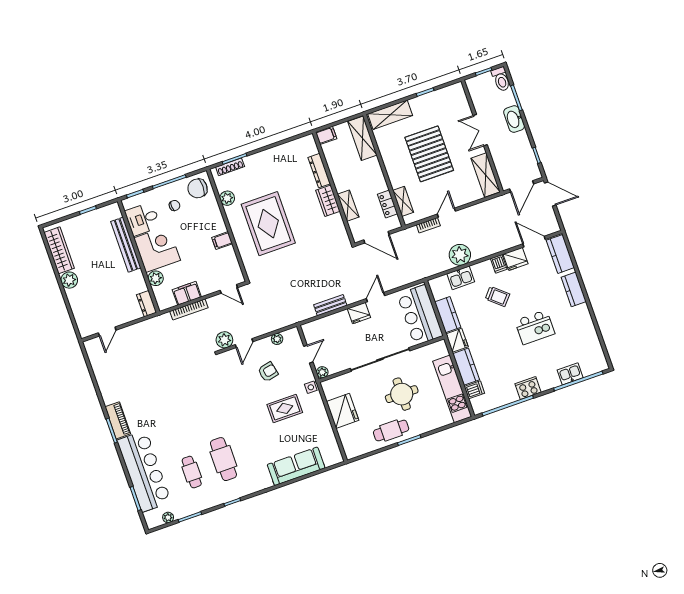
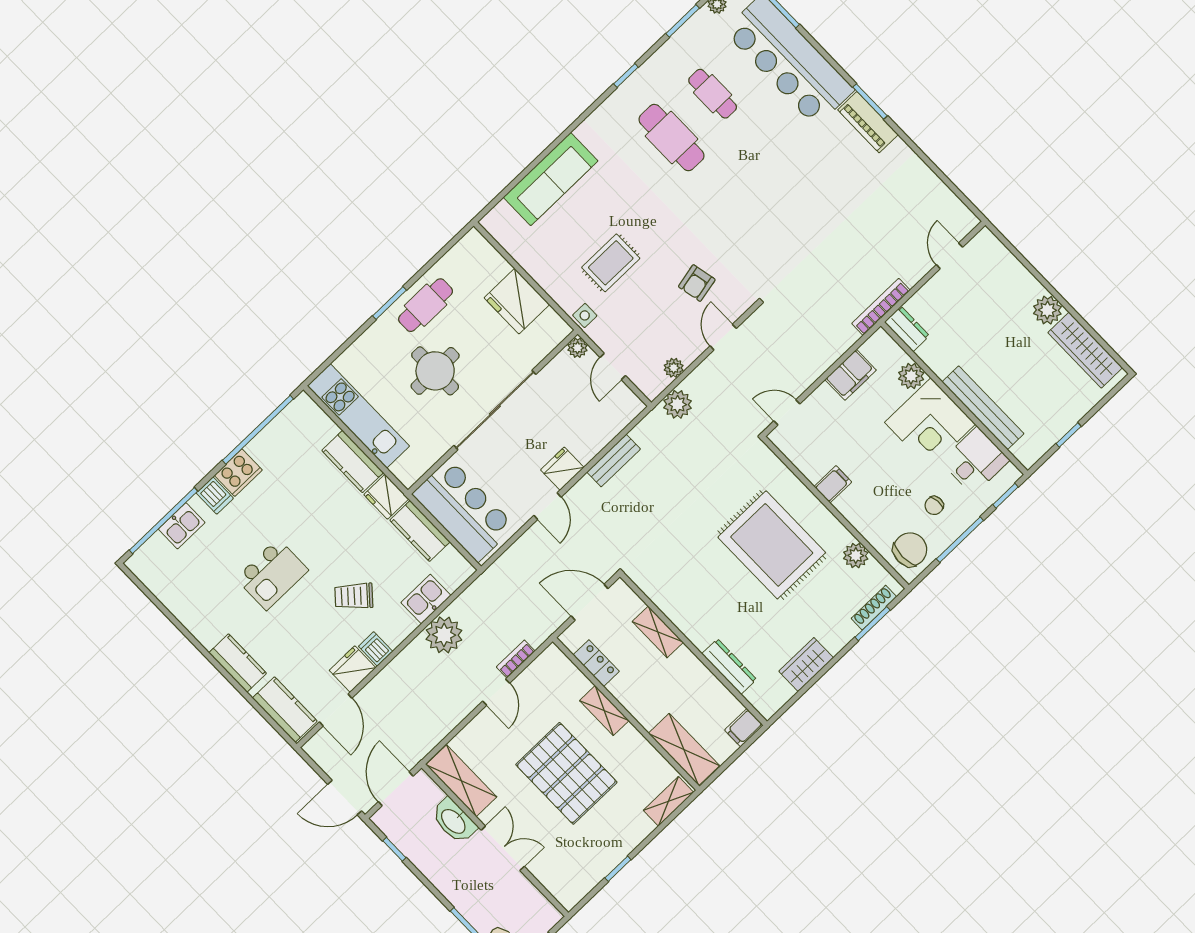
shelving: (390, 115) -> (668, 801), width x0.67, depth x0.75
washbasin: (514, 119) -> (454, 821), moved, turned 180
wardrobe: (328, 201) -> (806, 664), moved, turned -90
shelving: (403, 201) -> (604, 711), moved
door: (534, 242) -> (336, 710), hinge flipped
bookcase: (189, 309) -> (881, 307), moved
kitchen island: (535, 327) -> (272, 574), turned 180
plant: (224, 340) -> (678, 404), moved
armchair: (268, 372) -> (697, 283), moved
dishwasher: (474, 390) -> (215, 495), moved, turned -90

